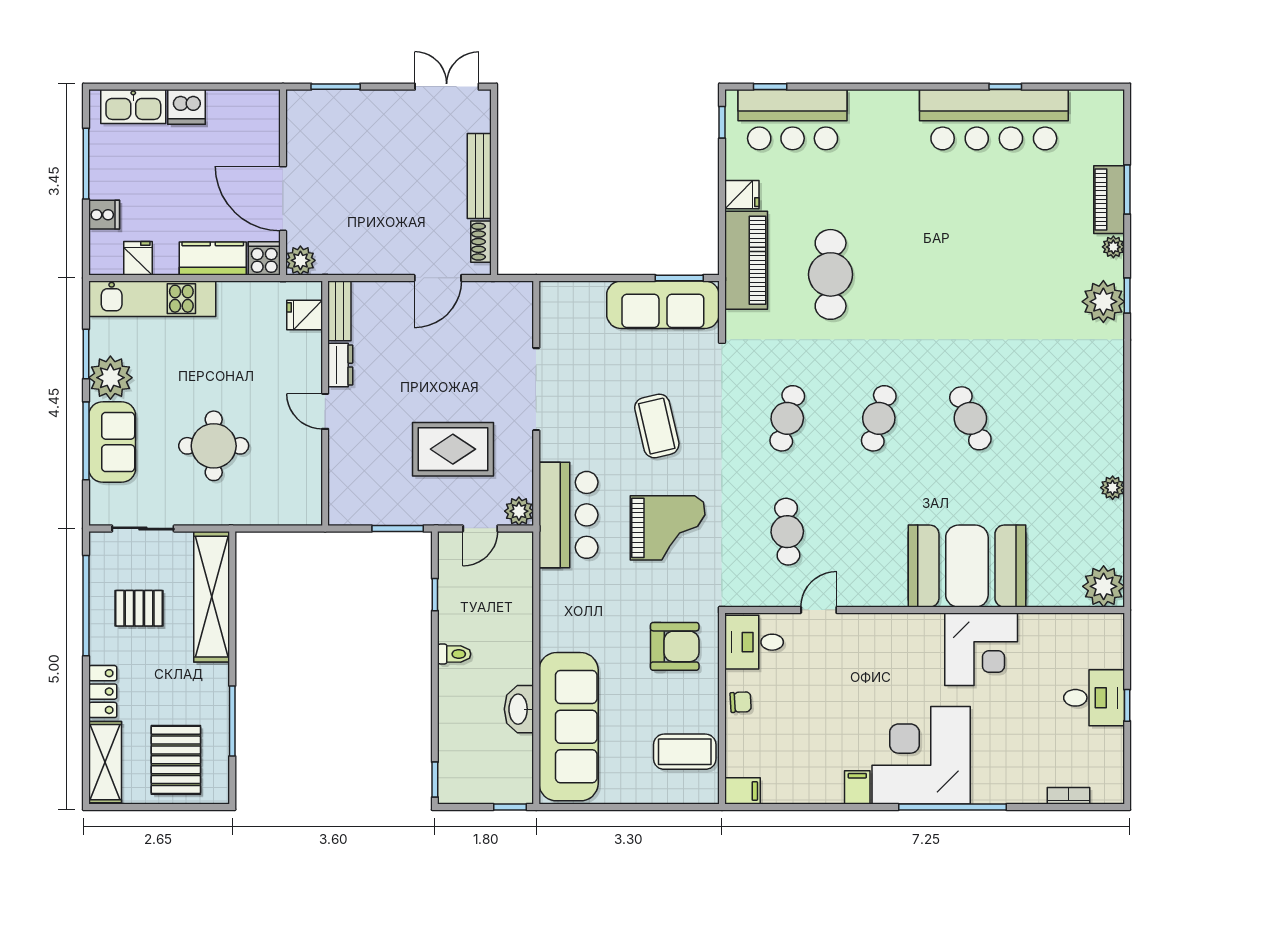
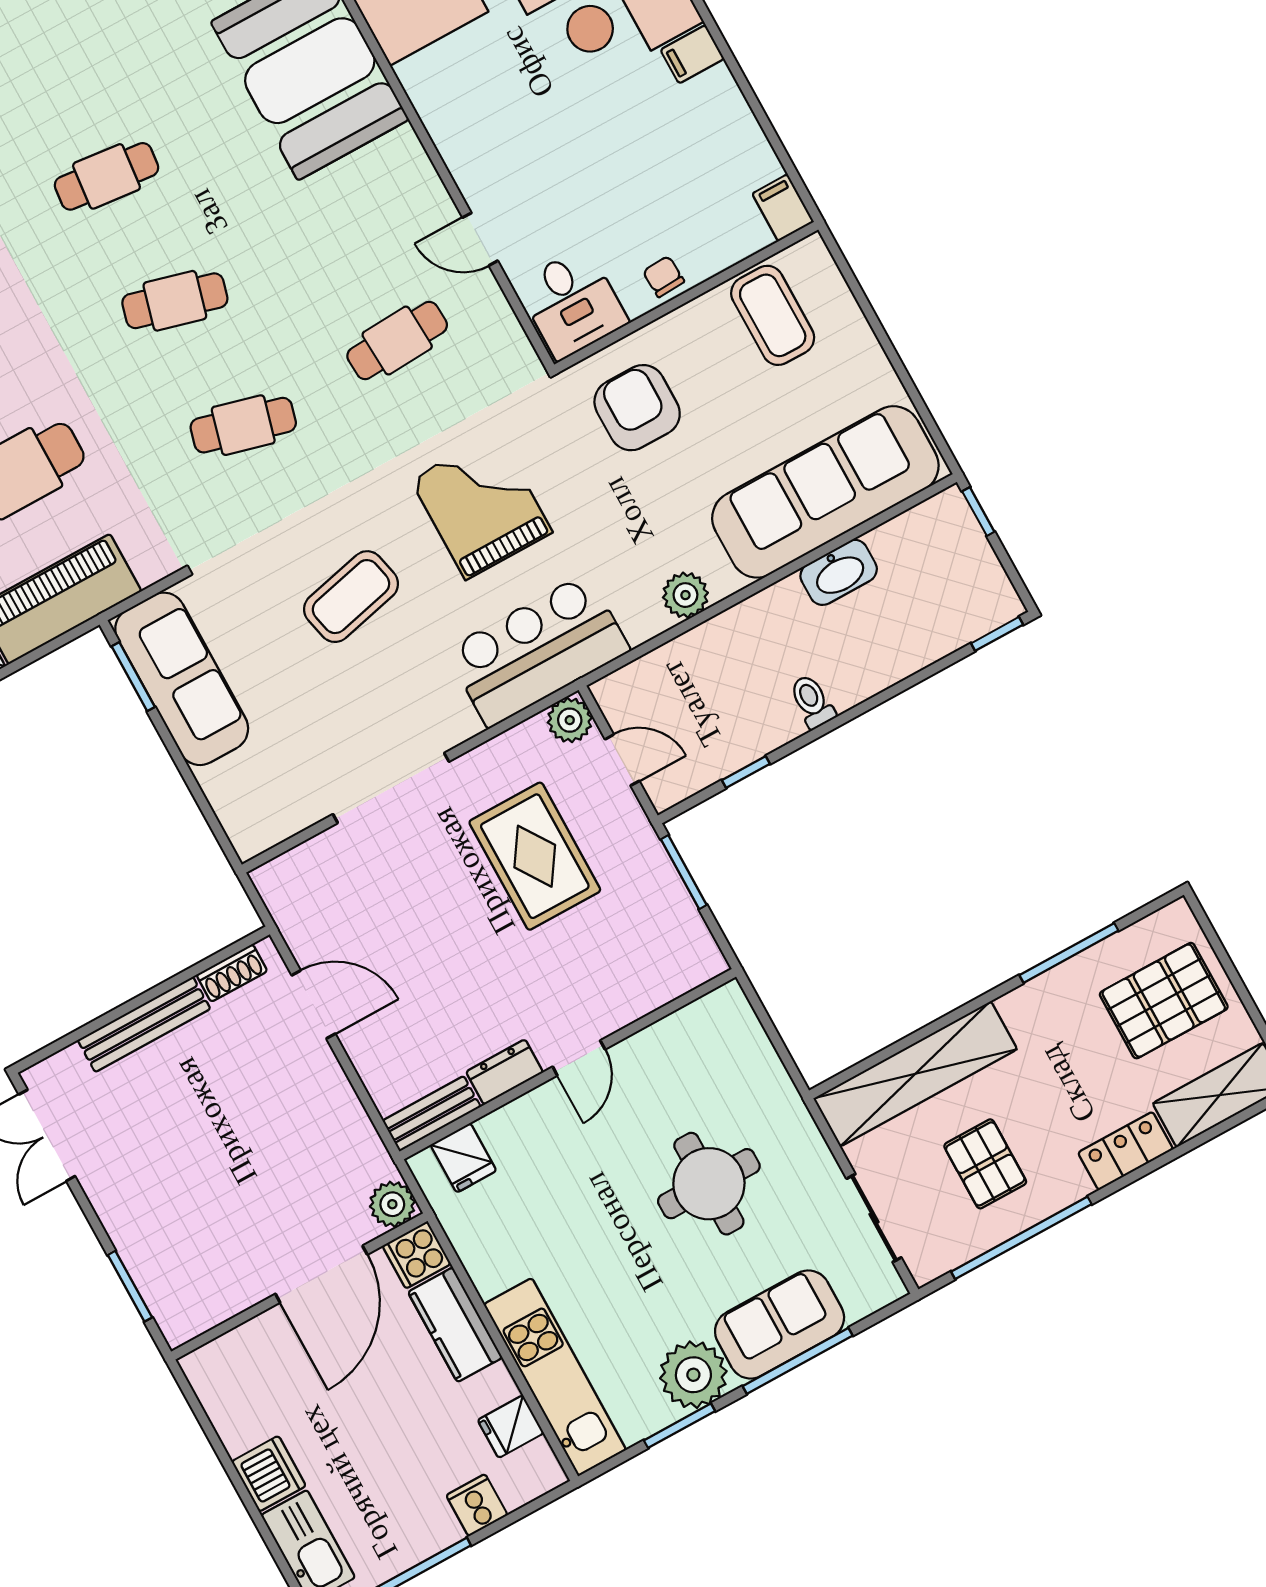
cafe table: (970, 418) -> (106, 176), turned 30
plant: (554, 615) -> (685, 595), added

